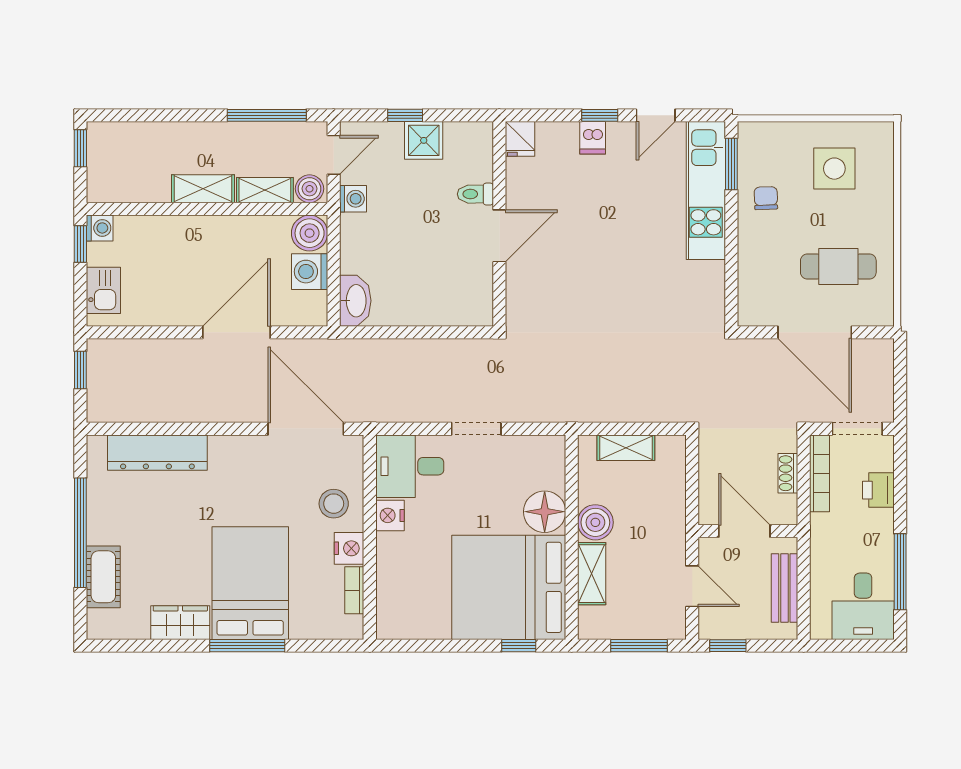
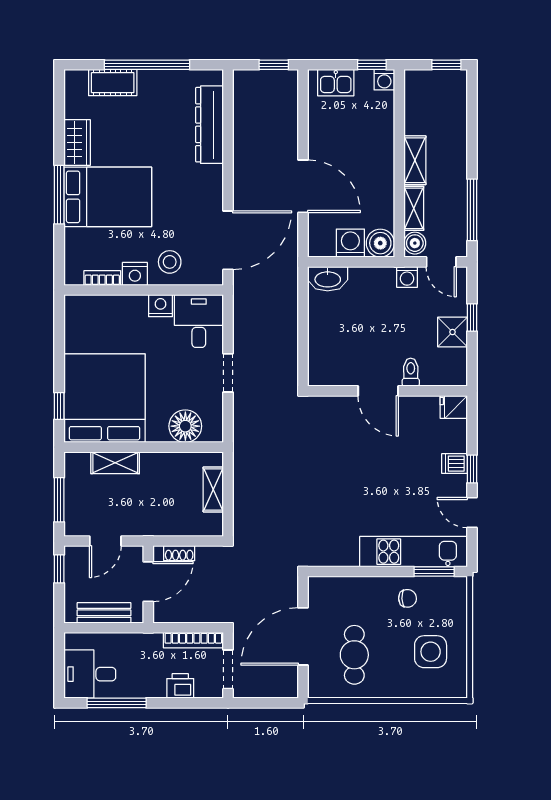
shoe rack: (788, 473) -> (179, 553), moved, turned 180
floor lamp: (545, 512) -> (185, 426), moved
boiler: (595, 522) -> (155, 466), removed

